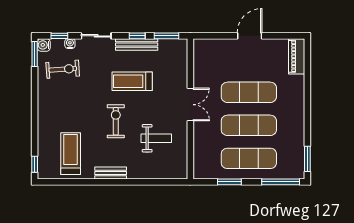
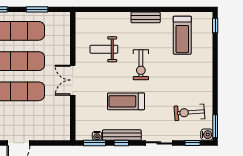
water cooler: (70, 44) -> (97, 136), moved
treadmill: (132, 81) -> (126, 101), turned 180

